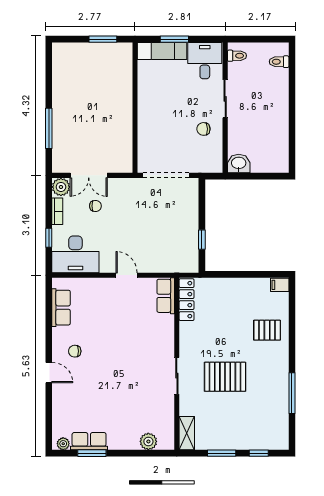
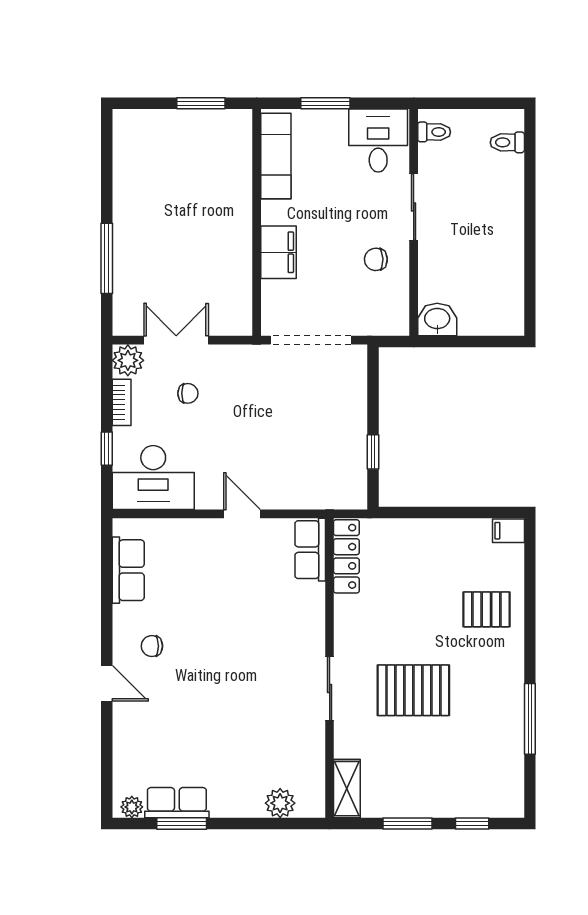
exam couch: (162, 51) -> (276, 156), moved, turned -90
filing cabinet: (147, 125) -> (278, 252), added
double door: (89, 175) -> (176, 340), swing flipped

